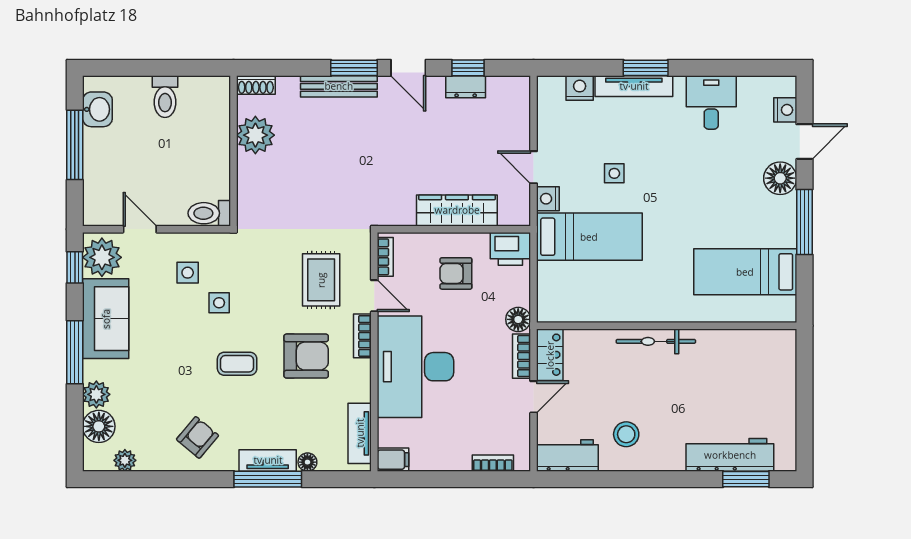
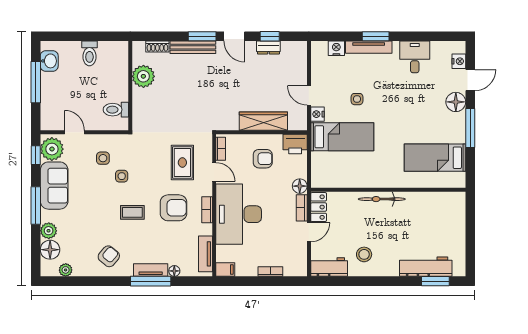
shoe rack: (256, 85) -> (157, 47), moved
toilet: (209, 213) -> (116, 110), moved
armchair: (456, 273) -> (263, 159), turned 180
bookcase: (362, 336) -> (207, 210), moved
bookcase: (493, 463) -> (270, 272), moved

